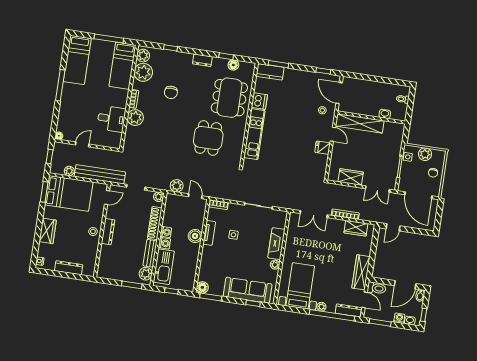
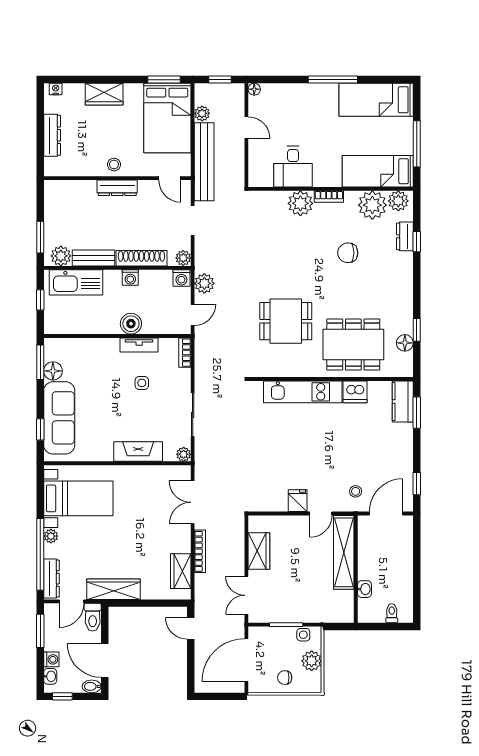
dresser: (202, 60) -> (405, 236), moved
washing machine: (164, 243) -> (181, 278), moved
plant: (275, 265) -> (184, 454), moved
floor lamp: (202, 287) -> (53, 371), moved

